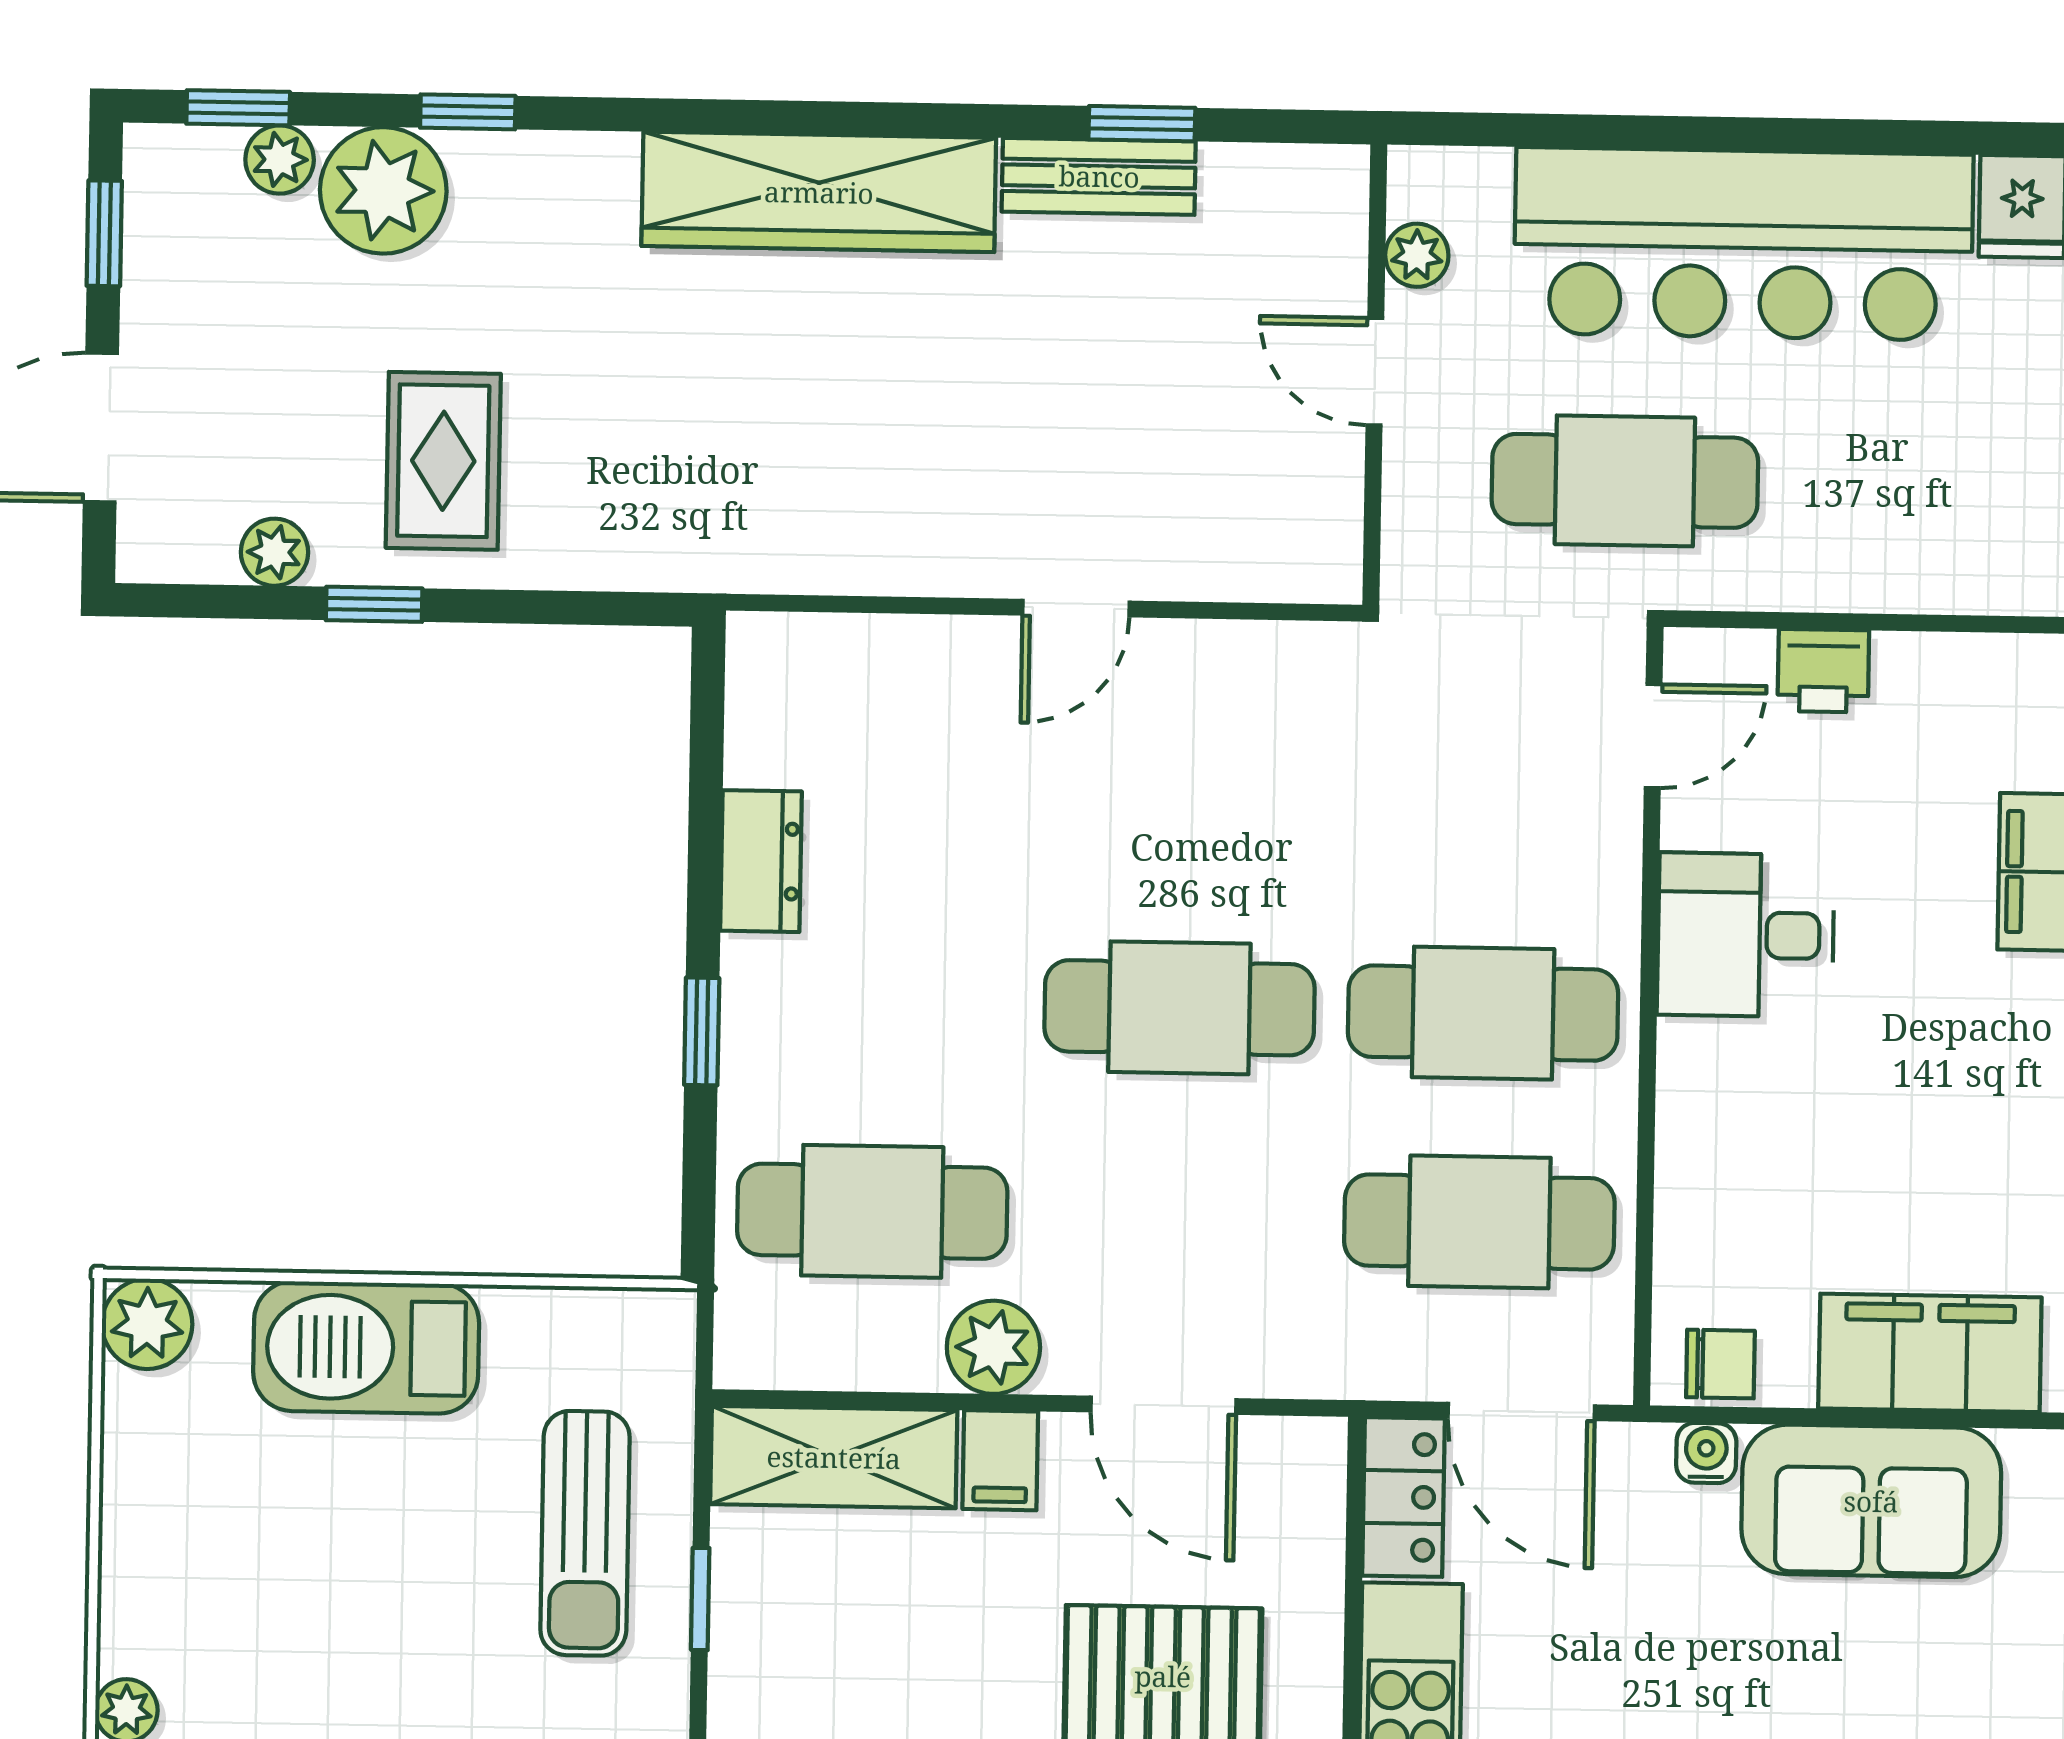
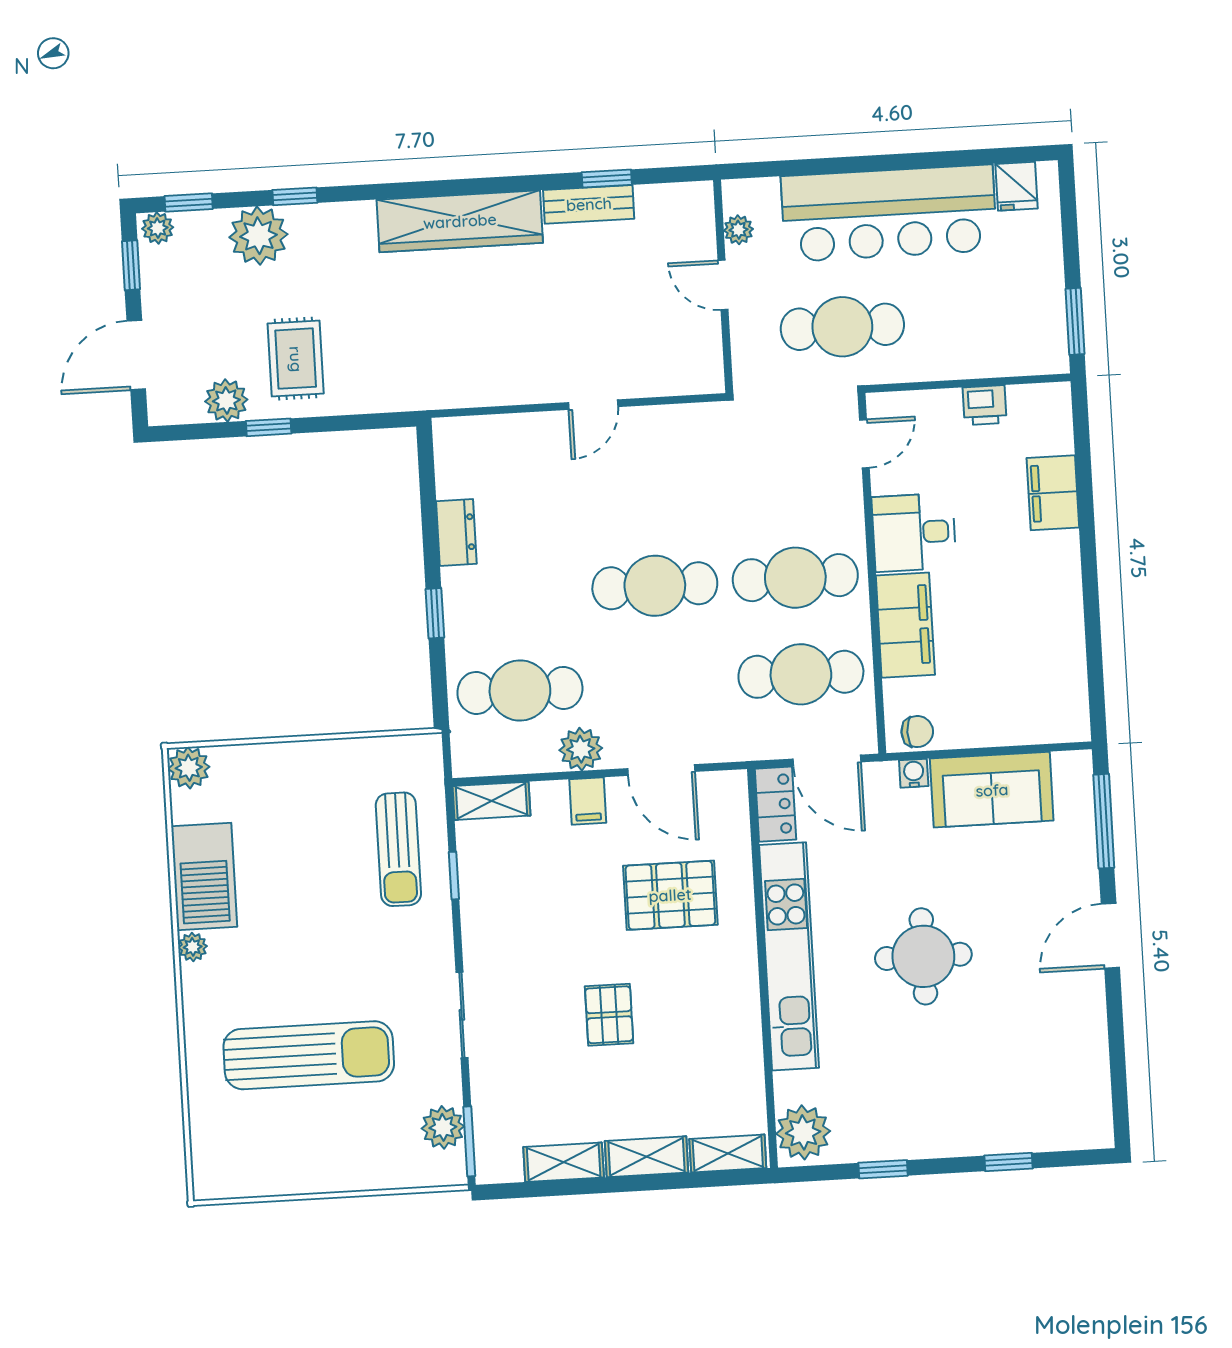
plant: (280, 160) -> (158, 228), moved
plant: (274, 552) -> (226, 400), width x1.38, depth x1.38
printer: (1823, 671) -> (985, 405), moved
barbecue: (366, 1347) -> (204, 877), moved, turned -90
filing cabinet: (1930, 1353) -> (905, 625), moved, turned 90
shelving: (834, 1457) -> (491, 801), width x0.67, depth x0.75

